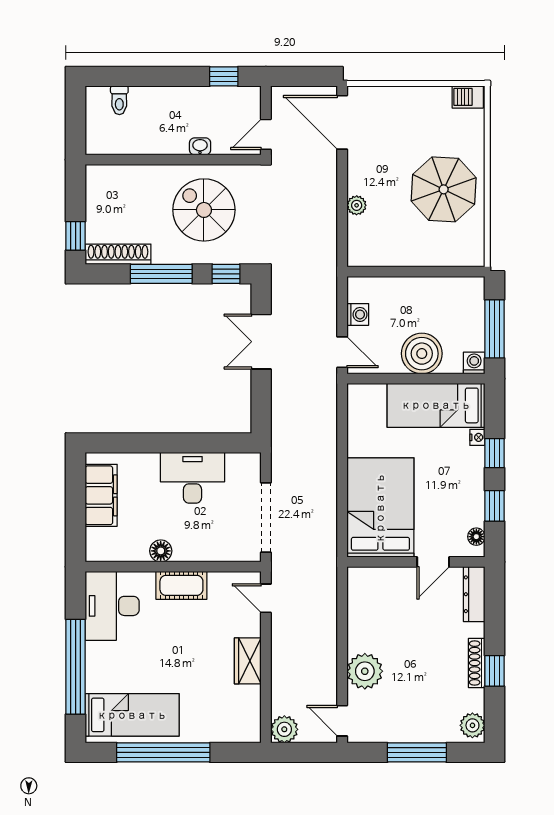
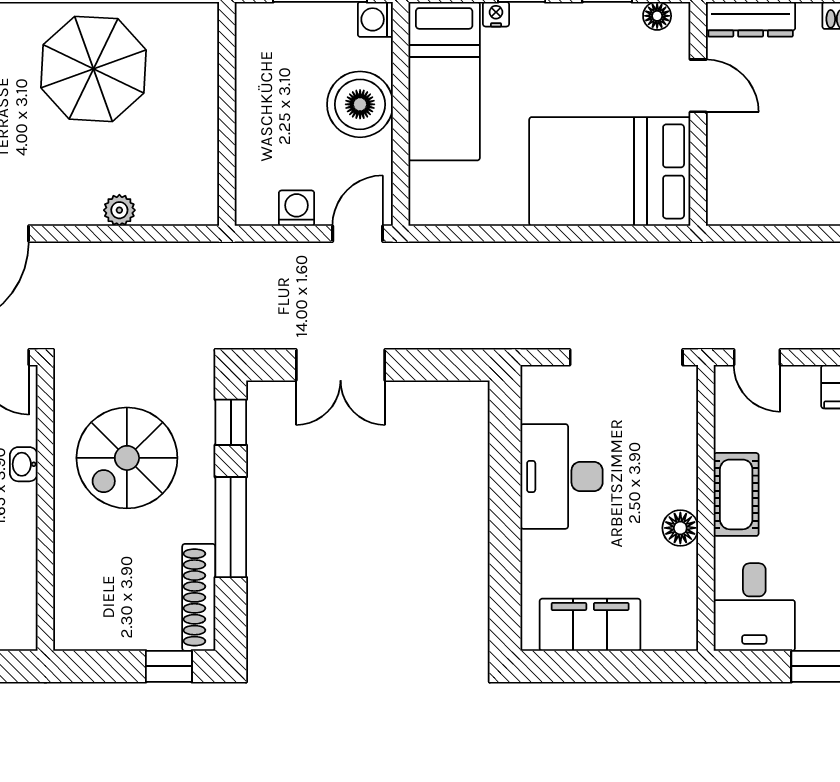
door: (266, 598) -> (757, 357), hinge flipped
desk: (112, 606) -> (754, 607), width x0.73

